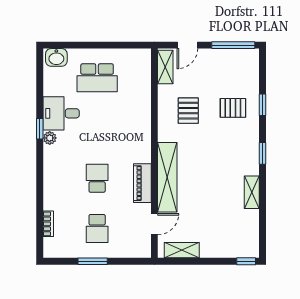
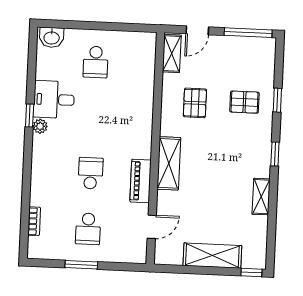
school desk: (97, 78) -> (96, 62), width x0.54
shelving: (167, 177) -> (169, 163), width x0.68
shelving: (182, 250) -> (212, 256), moved, width x1.50, depth x1.33

